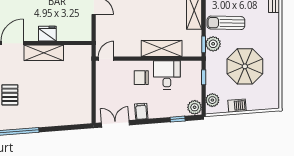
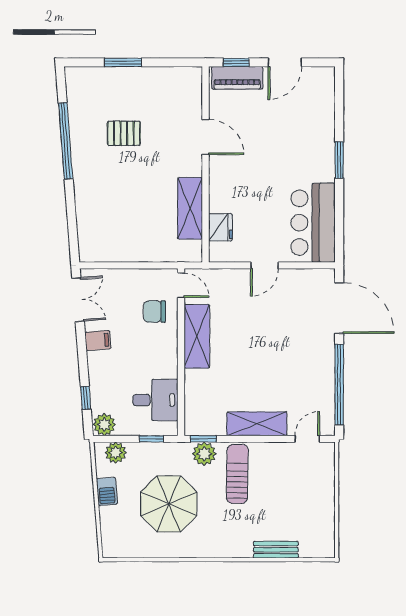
fridge: (47, 34) -> (220, 227), moved
shelving: (162, 49) -> (197, 336), moved
shelving: (44, 53) -> (190, 208), moved
desk: (167, 75) -> (155, 400), moved
chair: (141, 78) -> (154, 311), moved, turned -90

